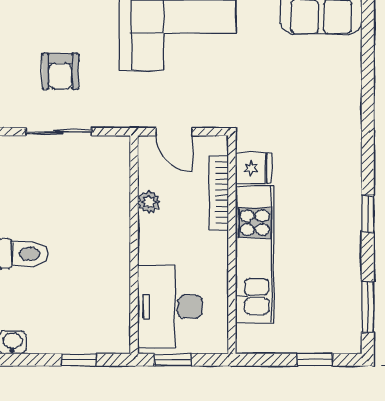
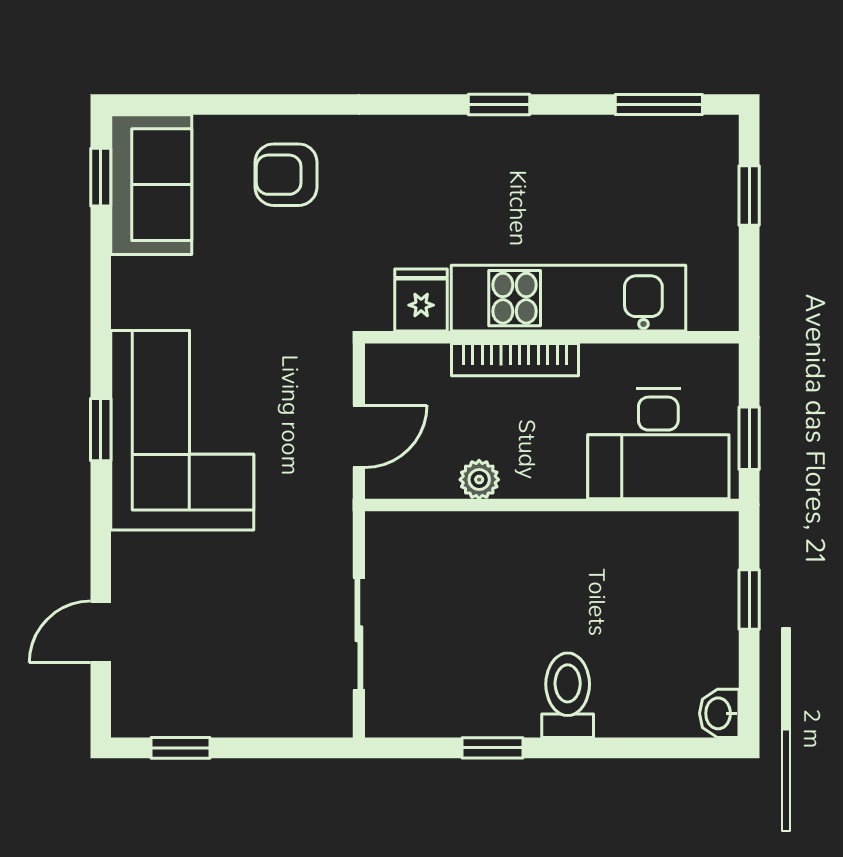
armchair: (60, 71) -> (286, 175), moved, turned 180
bookcase: (219, 193) -> (515, 360), moved

